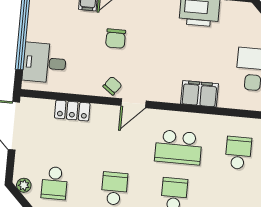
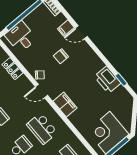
filing cabinet: (199, 94) -> (65, 105), moved

